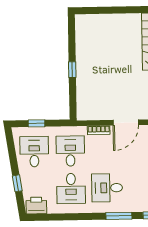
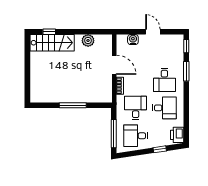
window: (72, 70) -> (73, 105), width x2.17
window: (36, 123) -> (114, 134), width x2.17
desk: (70, 151) -> (136, 108), turned 90

